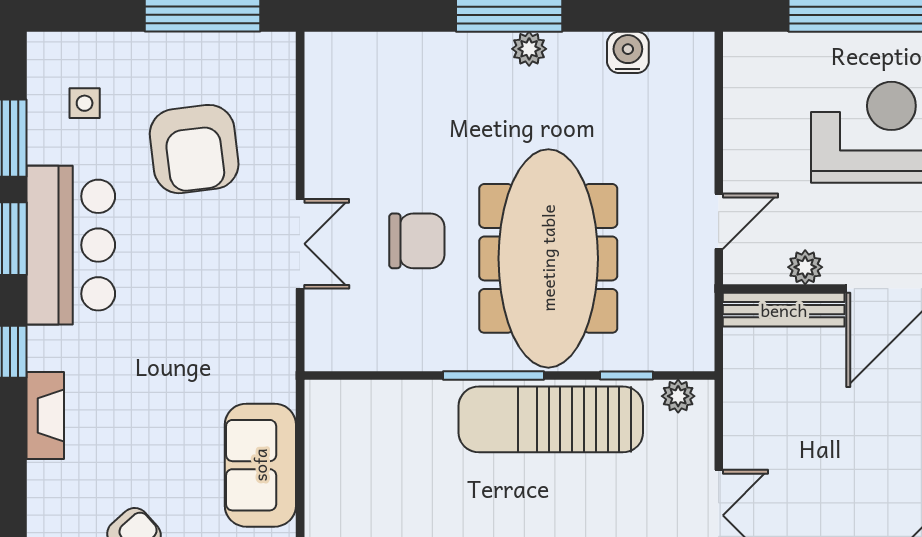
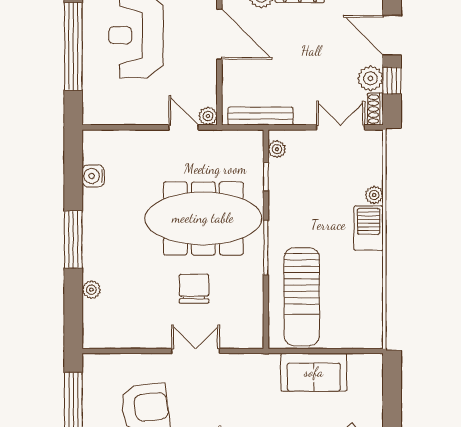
plant: (529, 49) -> (91, 290), moved
plant: (805, 267) -> (208, 116), moved
bench: (784, 310) -> (261, 116), moved, turned 90
sun lounger: (551, 419) -> (302, 297), moved

